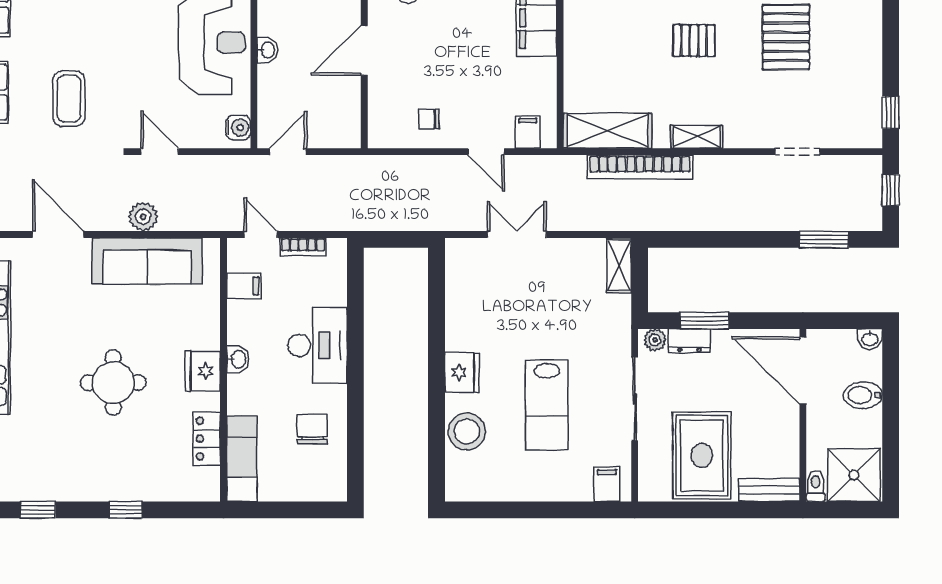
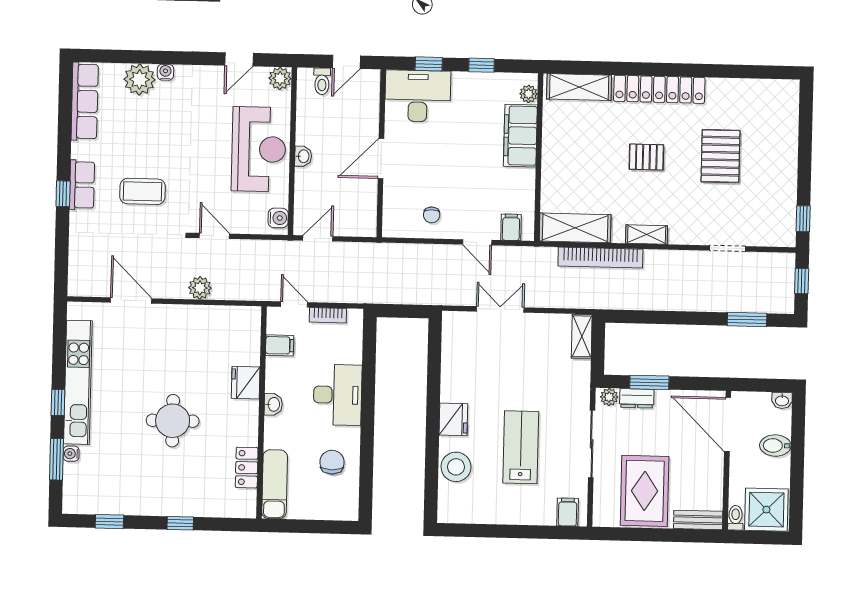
coffee table: (69, 99) -> (143, 191), turned 90
chair: (429, 119) -> (432, 215), turned -90
sofa: (147, 261) -> (202, 324), removed
fridge: (203, 371) -> (246, 383), moved
lab bench: (547, 405) -> (521, 447), turned 180

